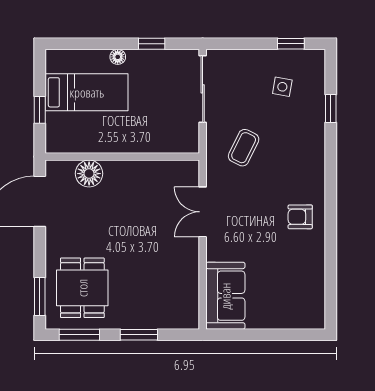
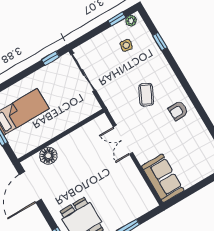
window: (152, 44) -> (51, 58), moved
floor lamp: (118, 57) -> (26, 82), removed
plant: (308, 57) -> (131, 21), added
coffee table: (244, 148) -> (146, 95), moved

